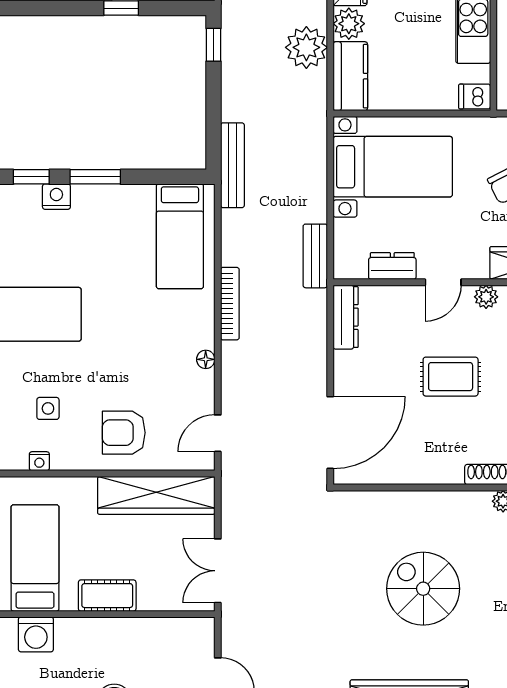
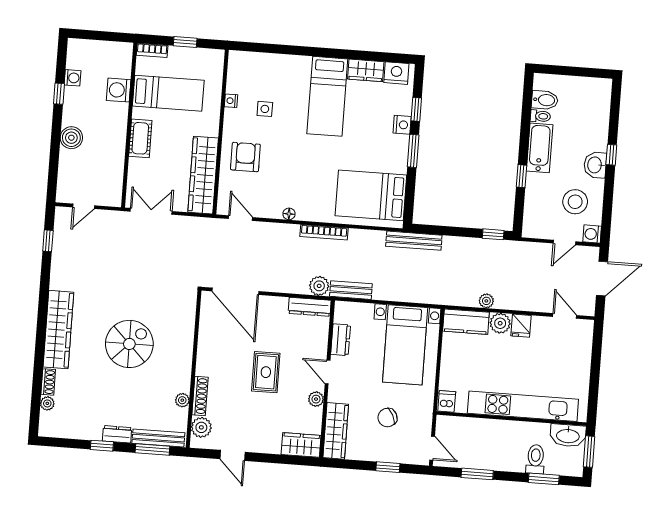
plant: (306, 47) -> (486, 301), width x0.53, depth x0.53
bed: (180, 236) -> (371, 195), width x1.50
plant: (312, 305) -> (319, 286), added

